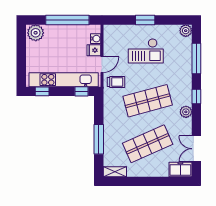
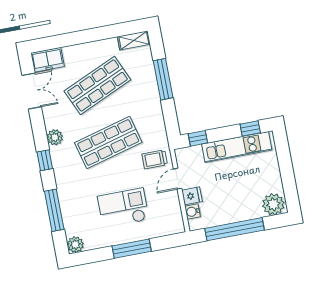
window: (145, 20) -> (132, 249), width x1.44
kitchen unit: (64, 80) -> (237, 147), width x0.73

